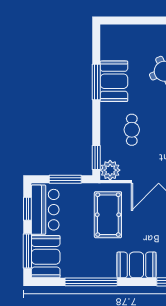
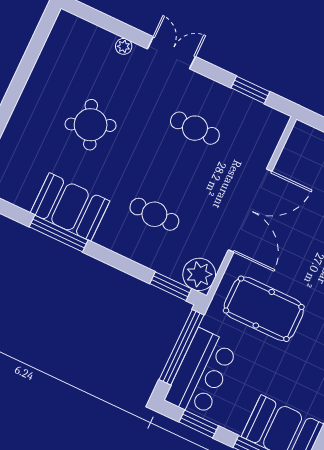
window: (65, 179) -> (181, 347), width x1.46
bar counter: (45, 210) -> (201, 373), moved, turned 90

